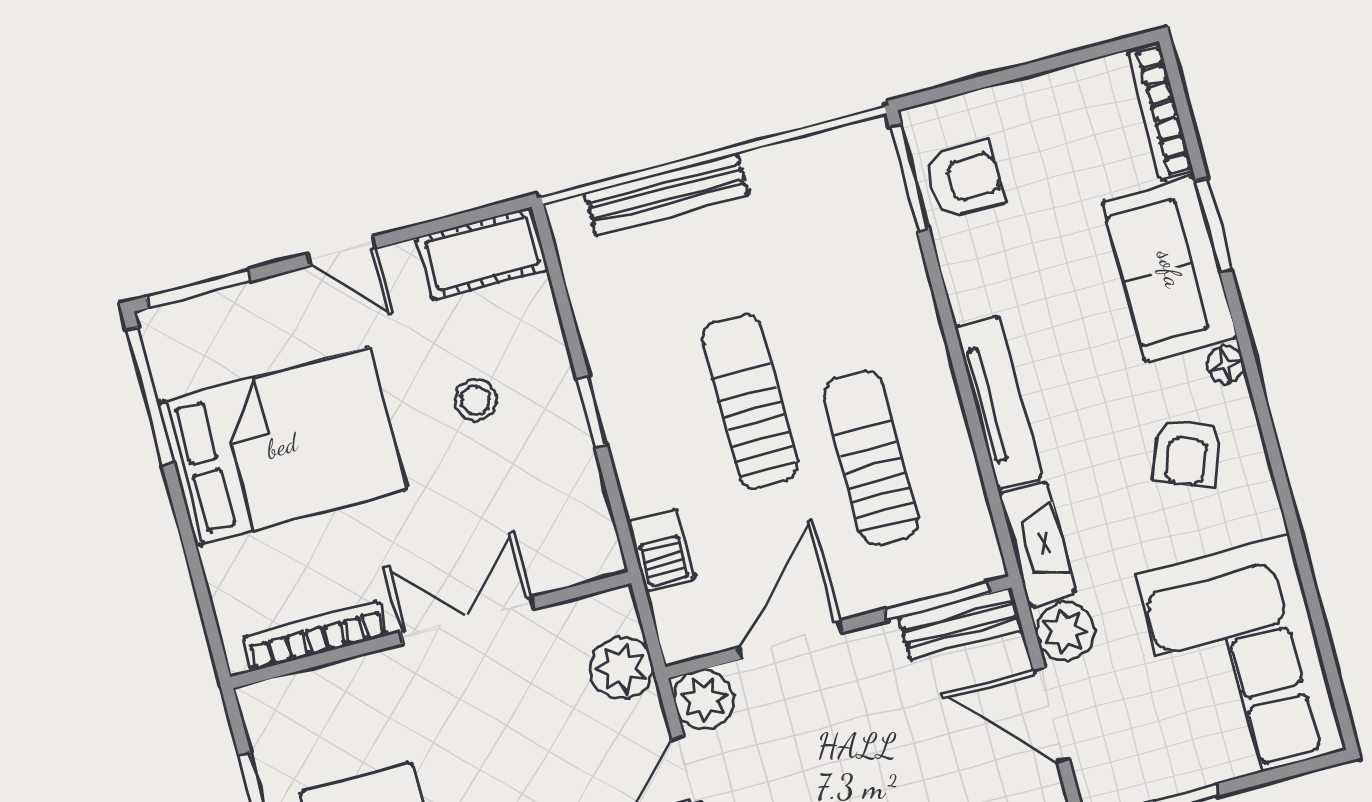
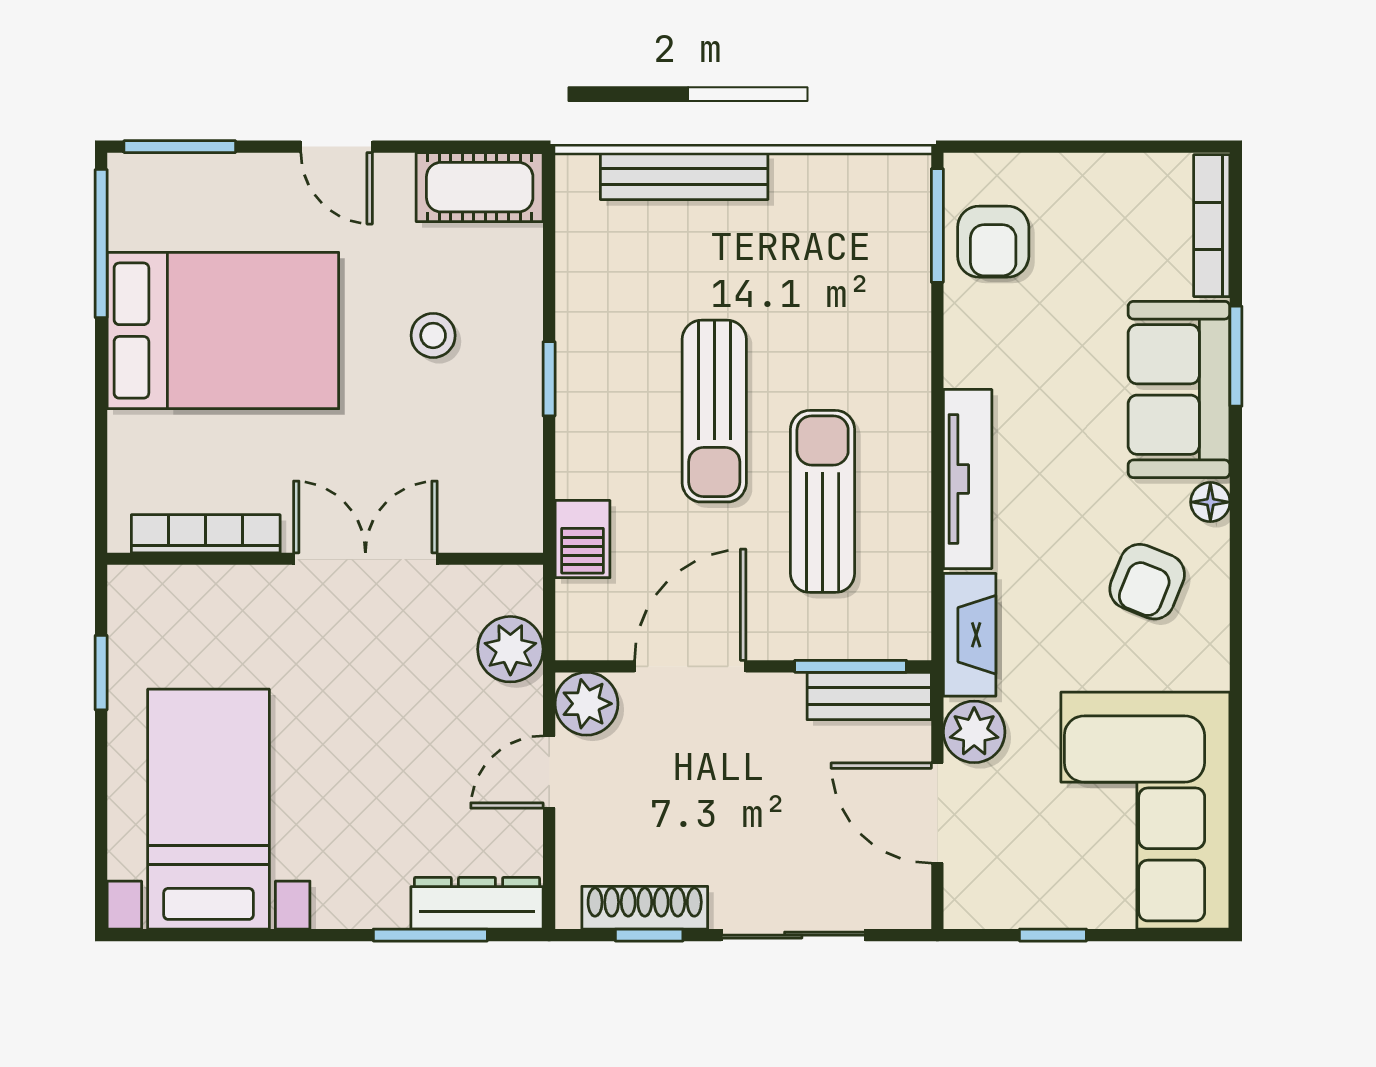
armchair: (964, 179) -> (993, 242), turned 90
sun lounger: (750, 401) -> (714, 411), turned 180

